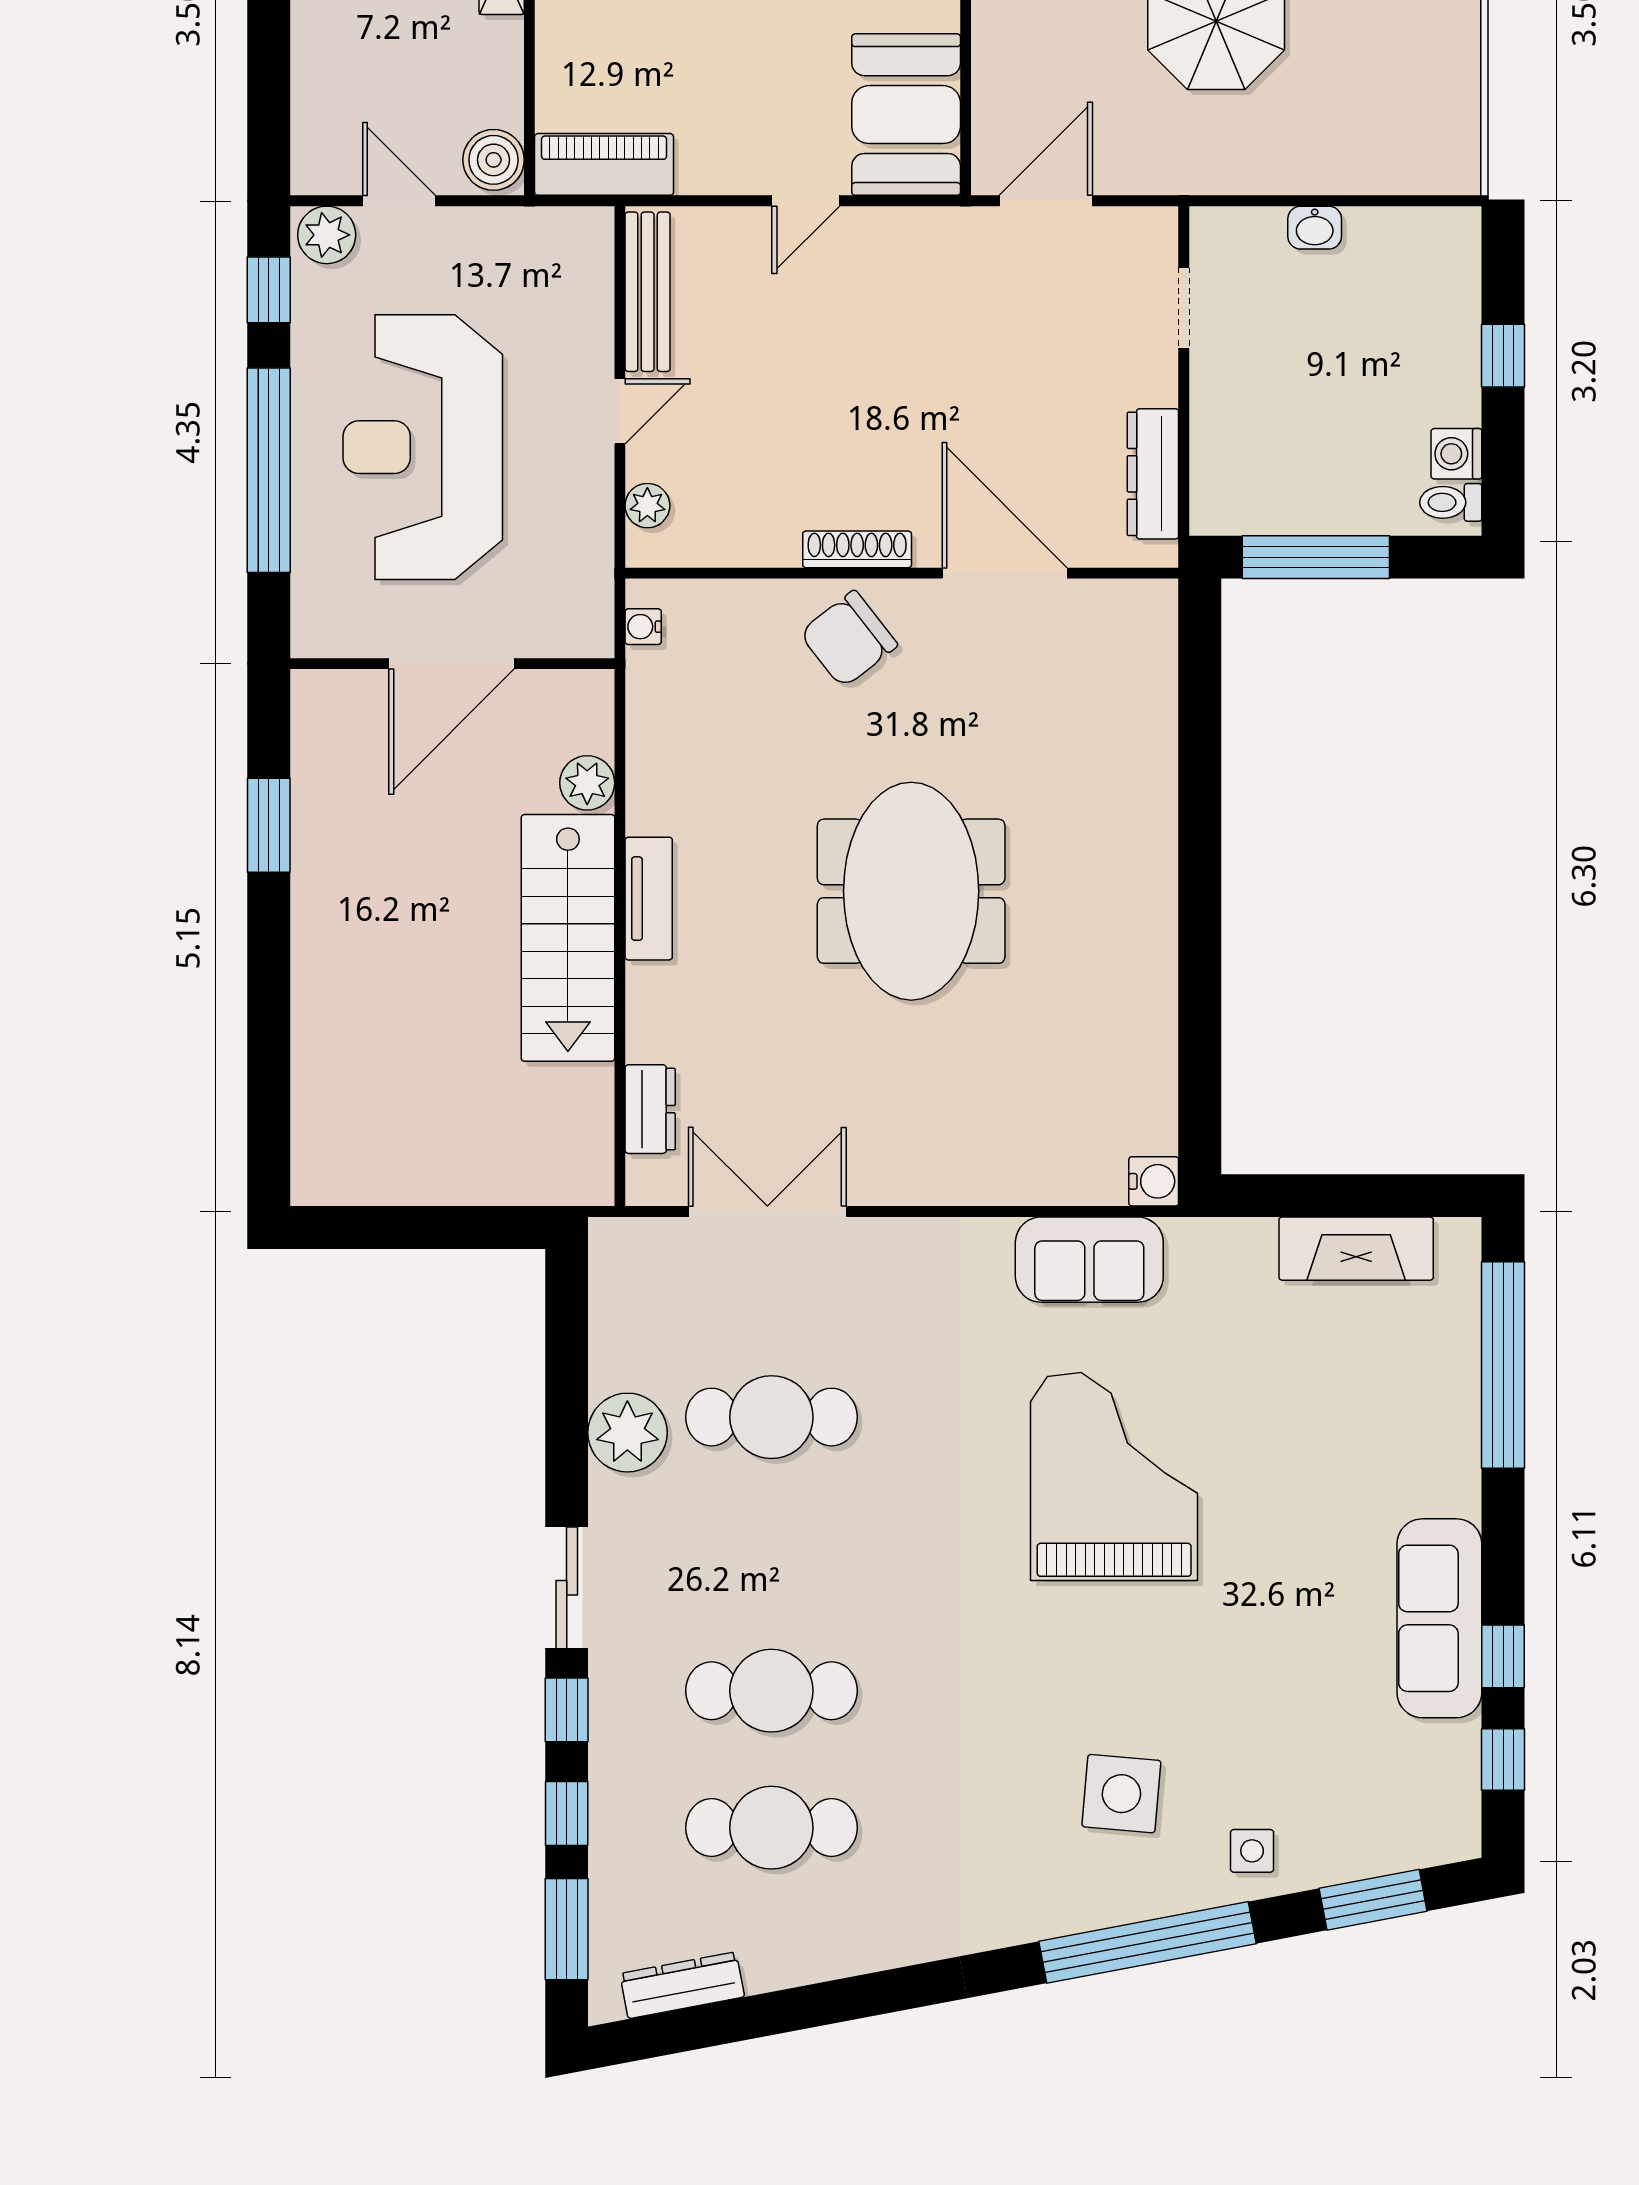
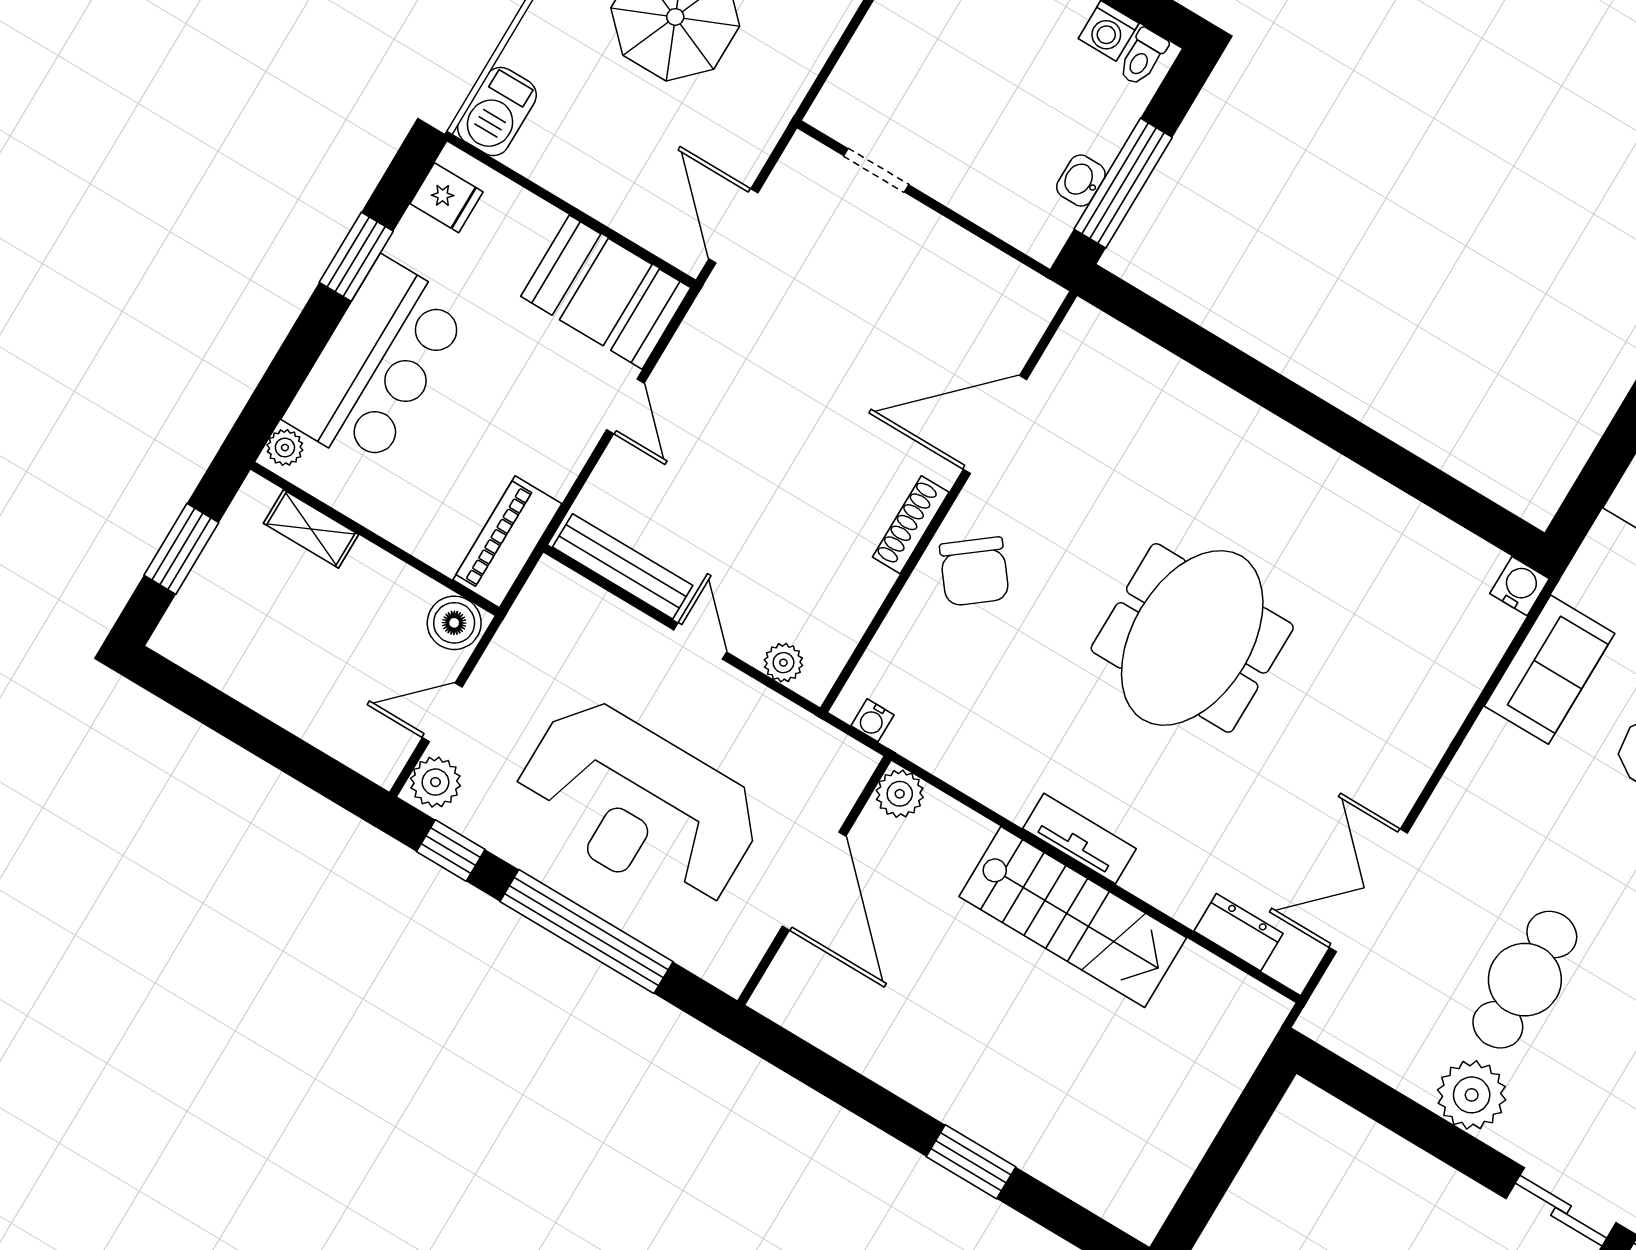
washbasin: (1315, 228) -> (1081, 181), moved, turned 180
dresser: (1153, 474) -> (987, 268), removed
plant: (587, 783) -> (900, 794), moved
window: (269, 825) -> (971, 1162), moved
meeting table: (911, 891) -> (1192, 638), turned 90

